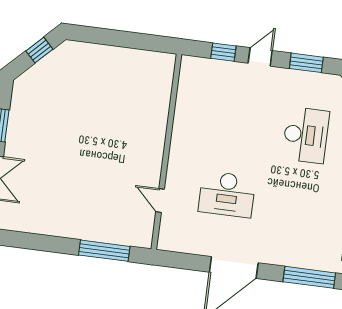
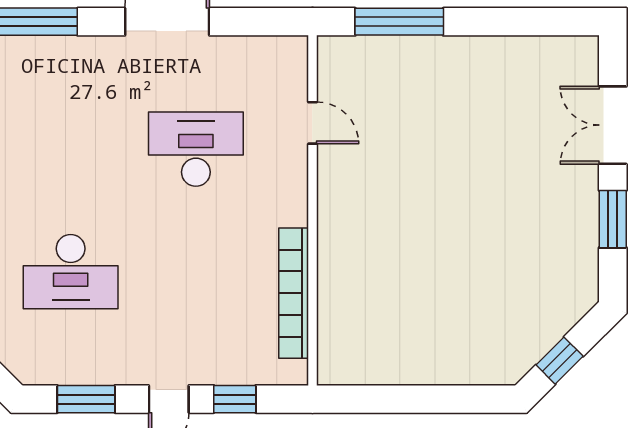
bookcase: (183, 107) -> (294, 293), added
desk: (306, 135) -> (71, 272), turned -90

